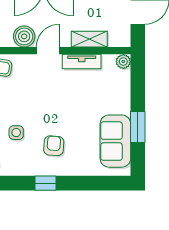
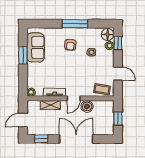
window: (46, 183) -> (75, 24), width x2.17

